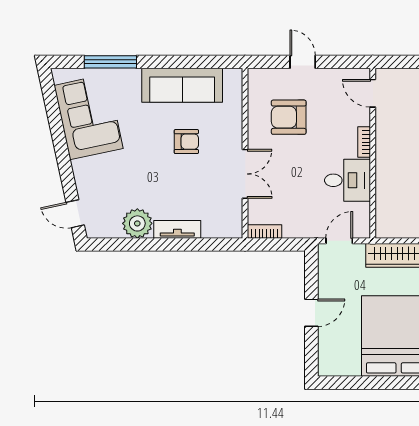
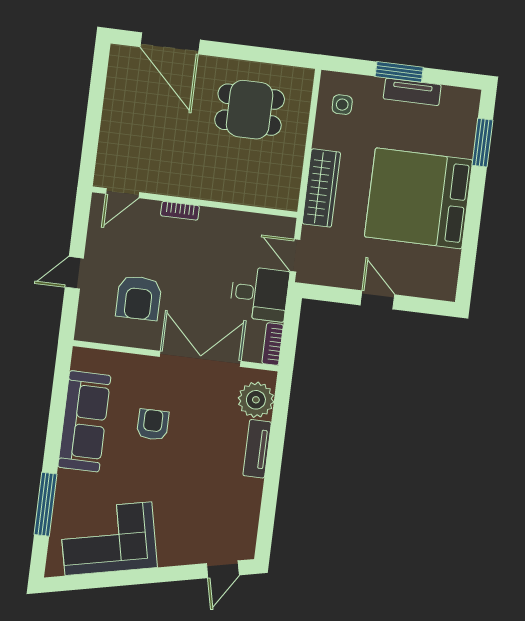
double door: (245, 174) -> (200, 359), width x1.37
desk: (347, 180) -> (259, 294), moved, turned 90
plant: (137, 223) -> (256, 400), moved

